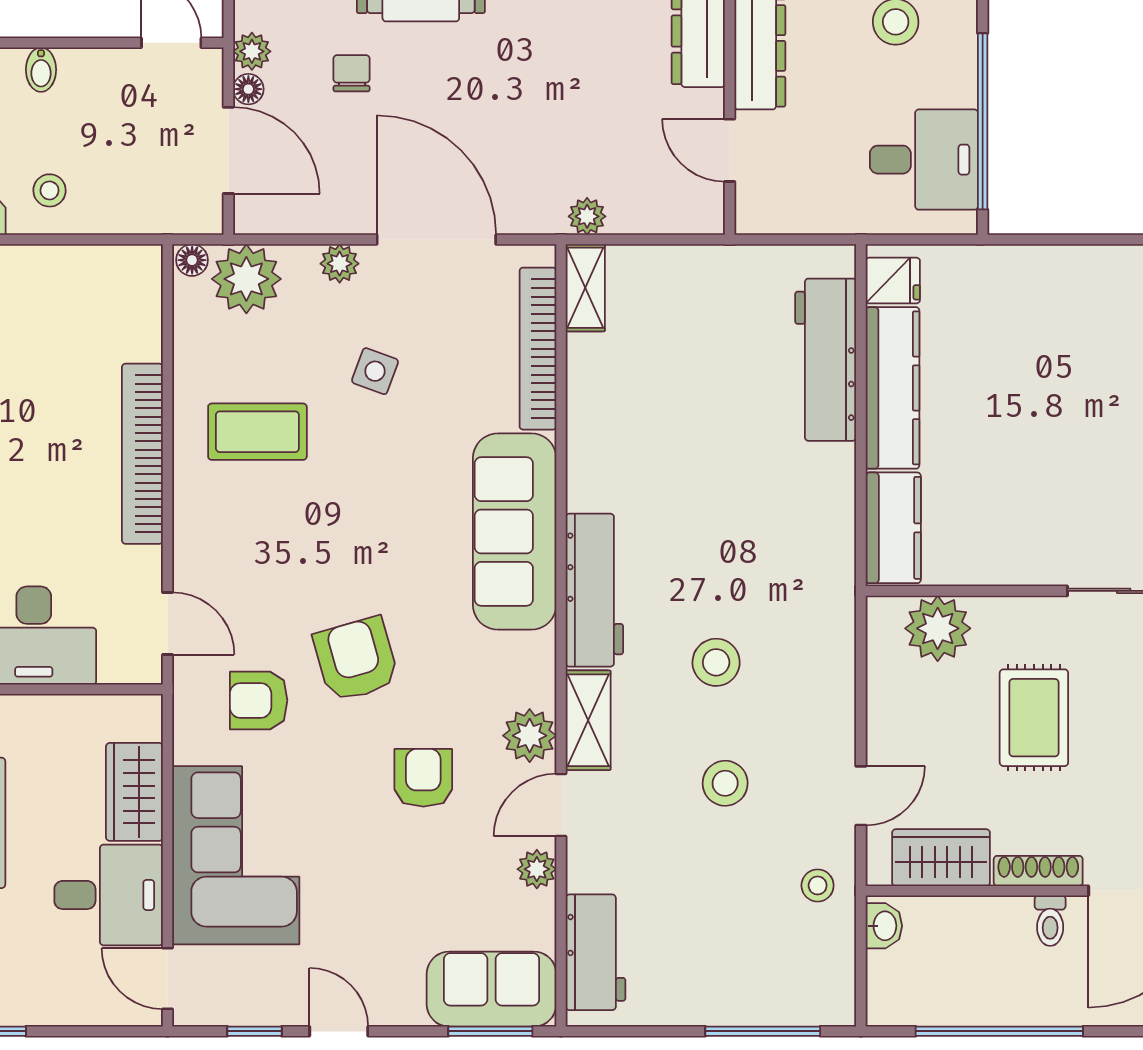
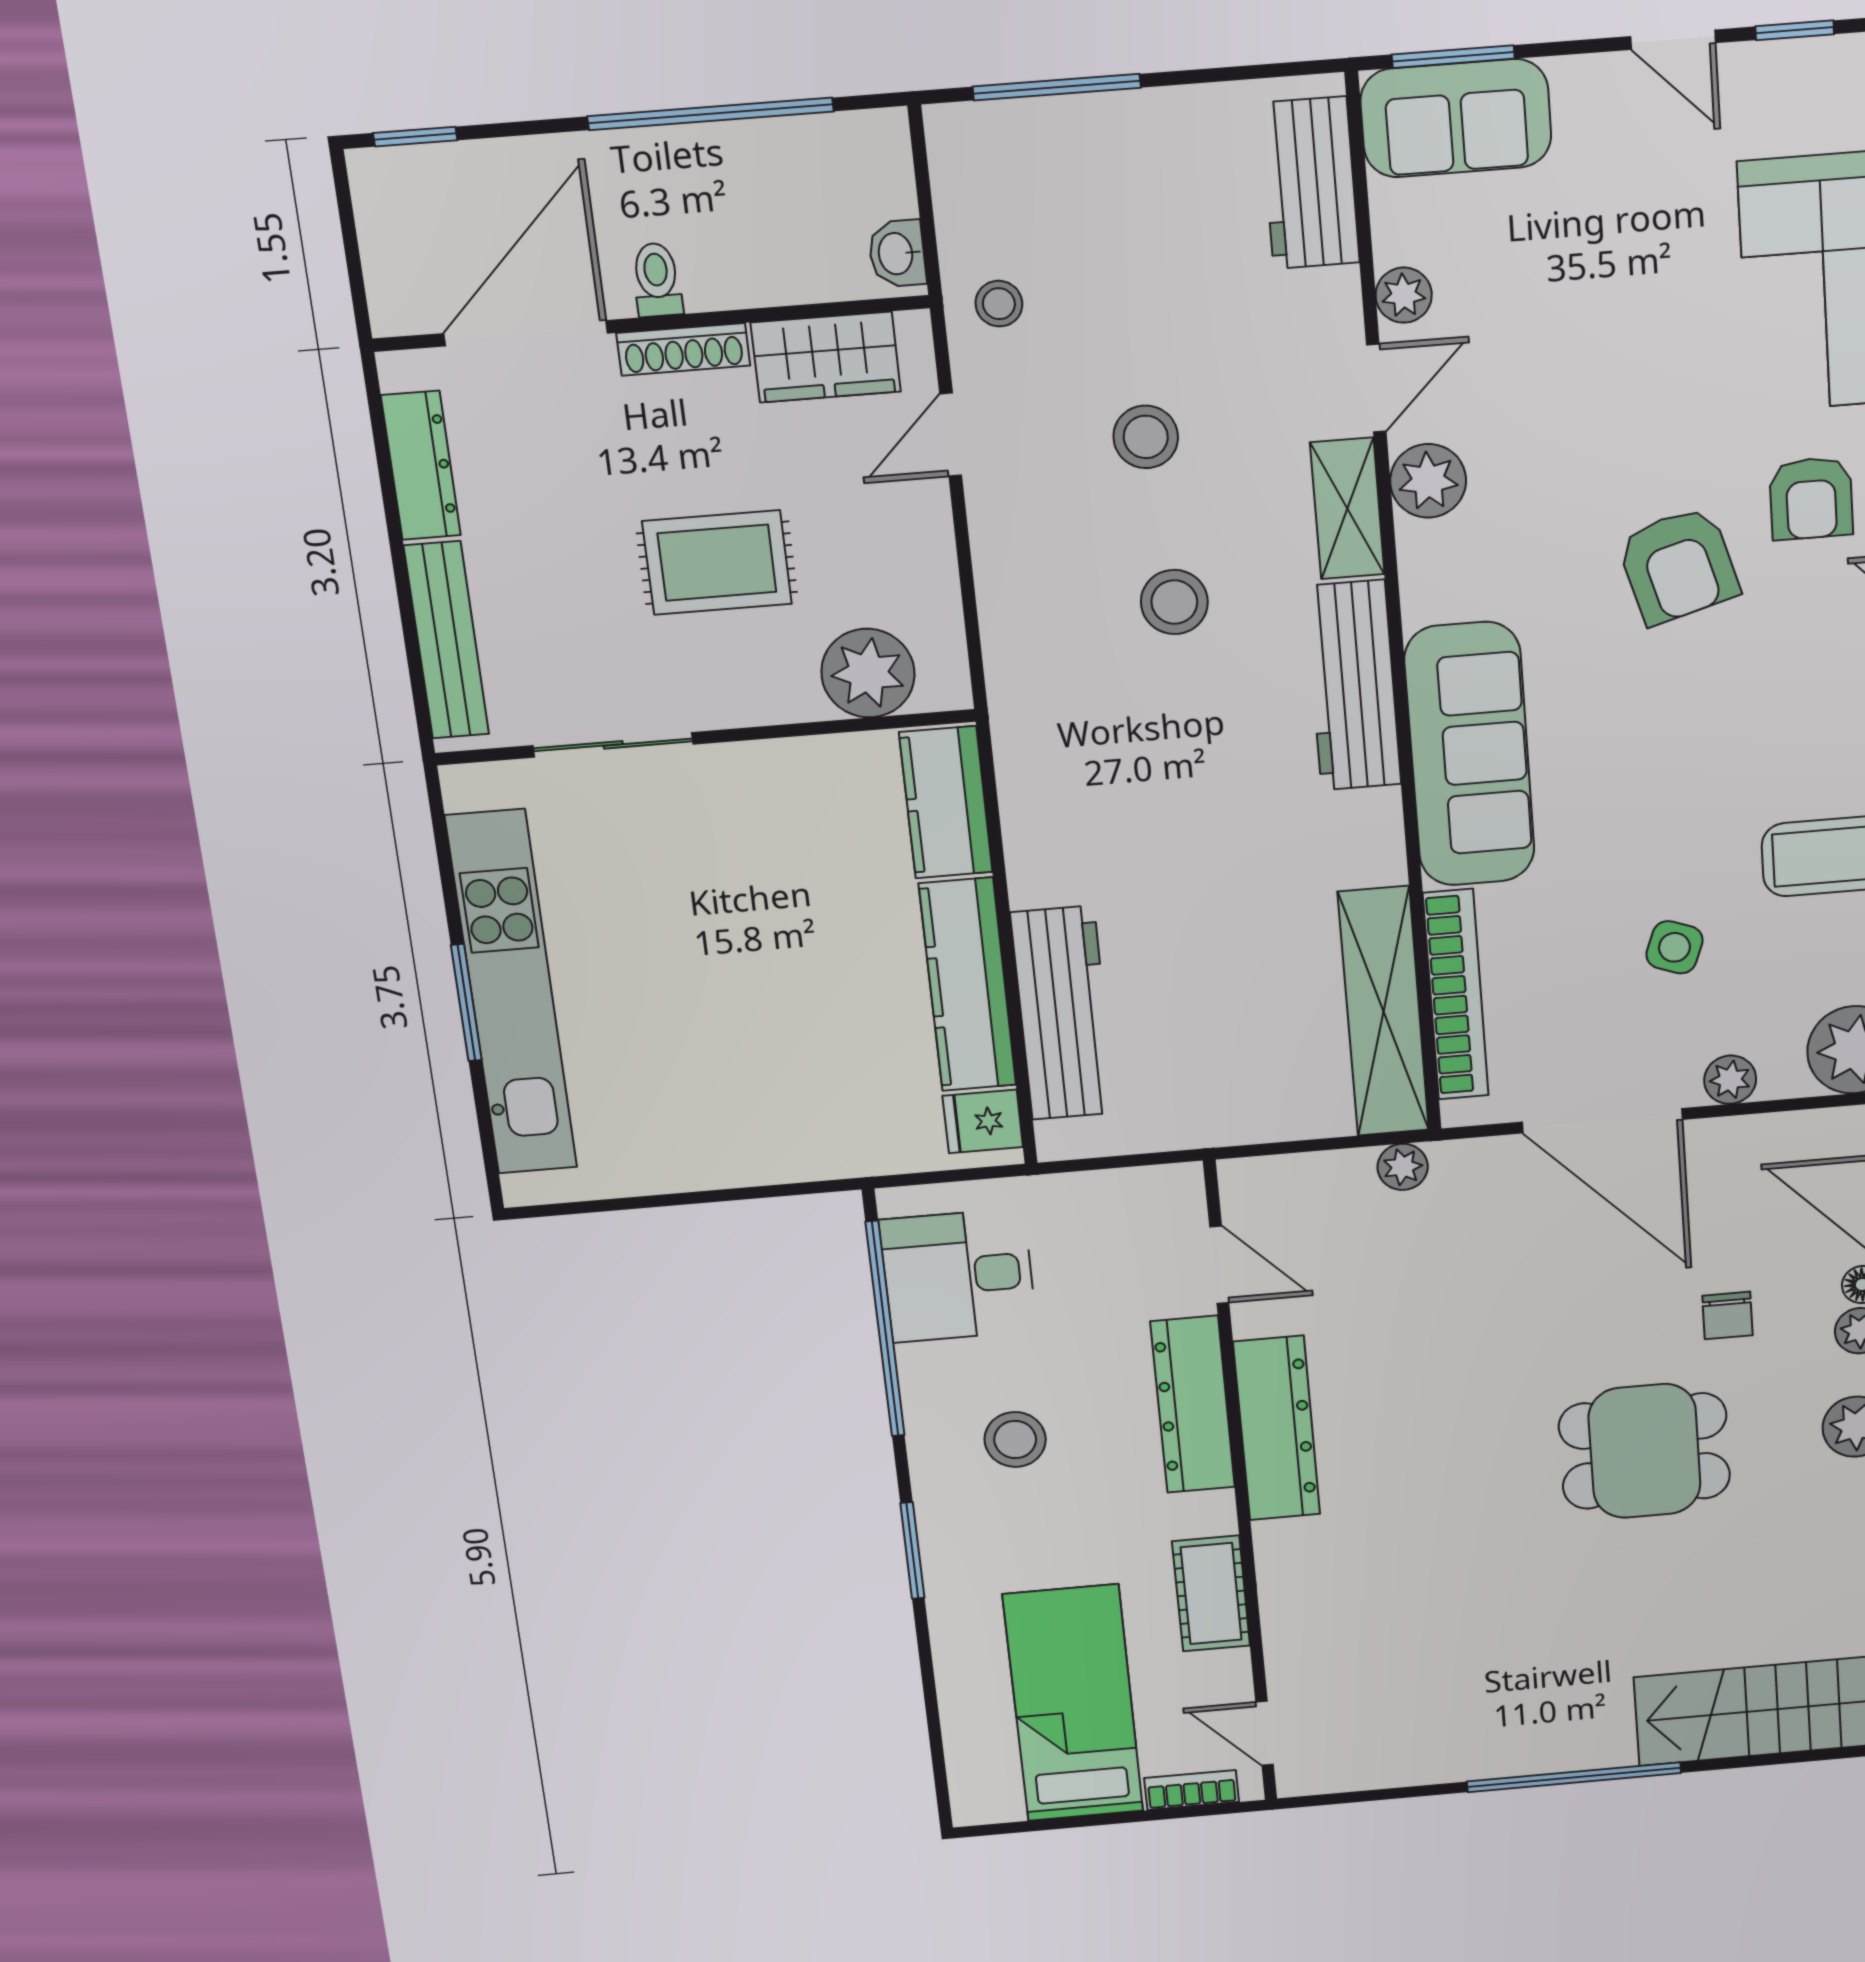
shelving: (585, 288) -> (1383, 1012), width x2.20, depth x1.33
armchair: (259, 700) -> (1811, 498), turned 90
rug: (1034, 718) -> (717, 563), turned 90
armchair: (423, 778) -> (1574, 410), removed

